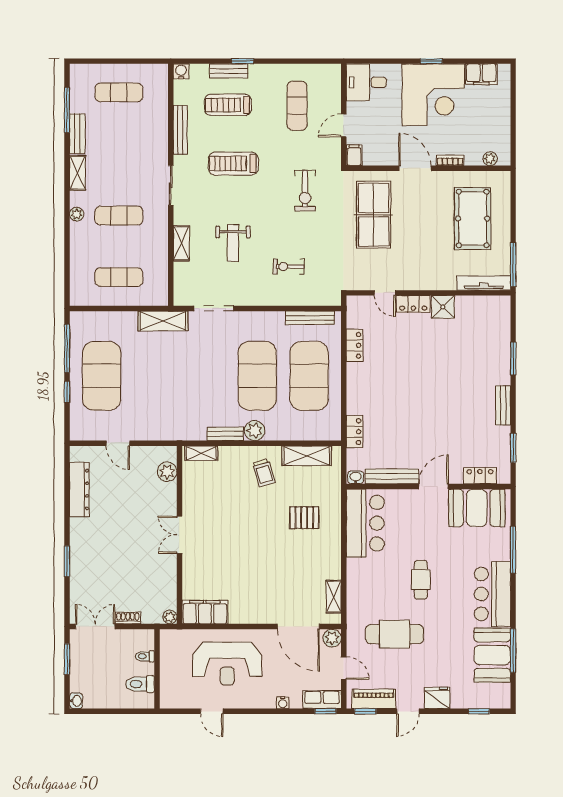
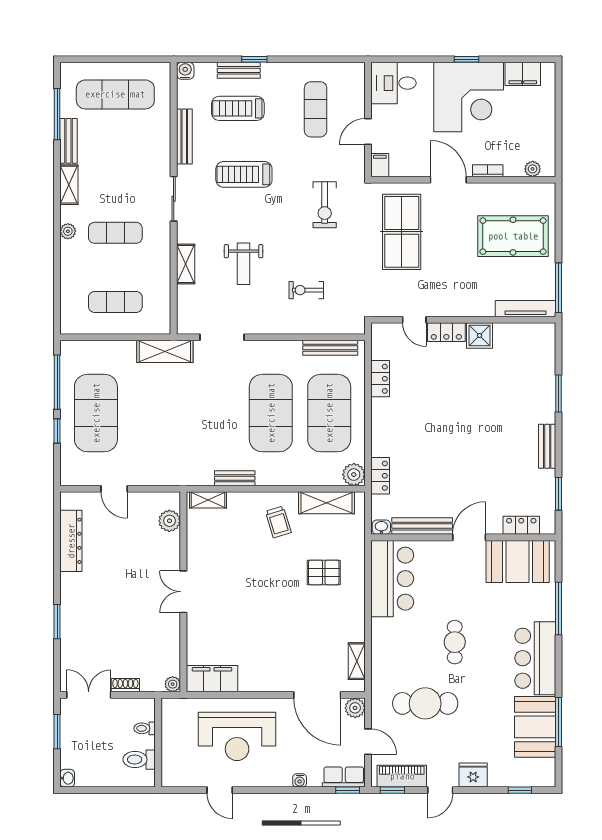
exercise mat: (119, 92) -> (115, 94), width x1.36, depth x1.45
pool table: (473, 218) -> (513, 236), turned 90
plant: (255, 431) -> (354, 475), moved

